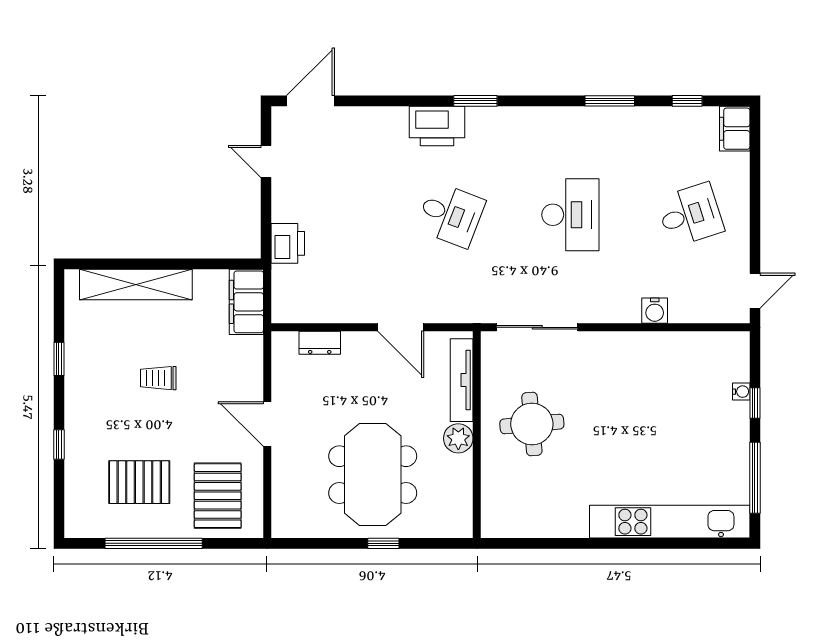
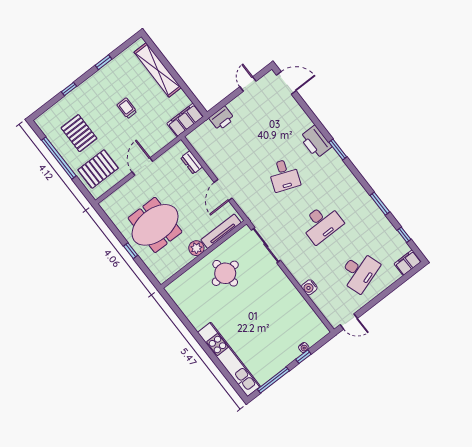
desk: (690, 215) -> (359, 272), width x1.37

